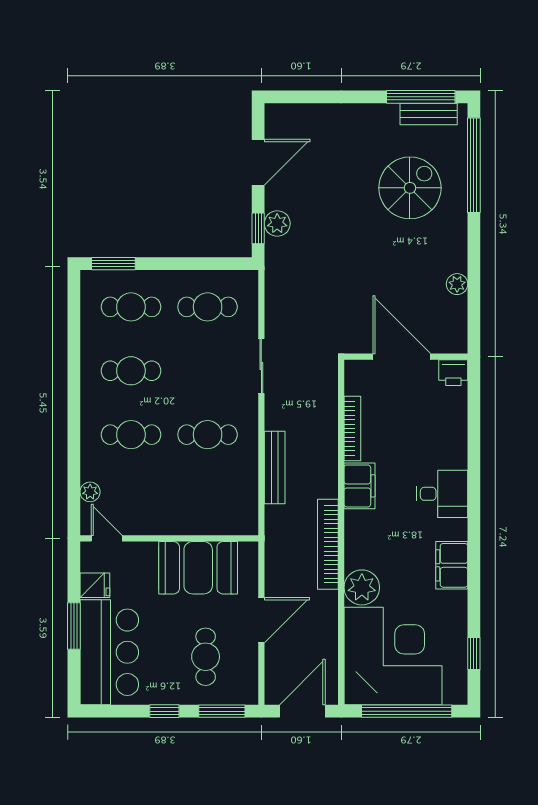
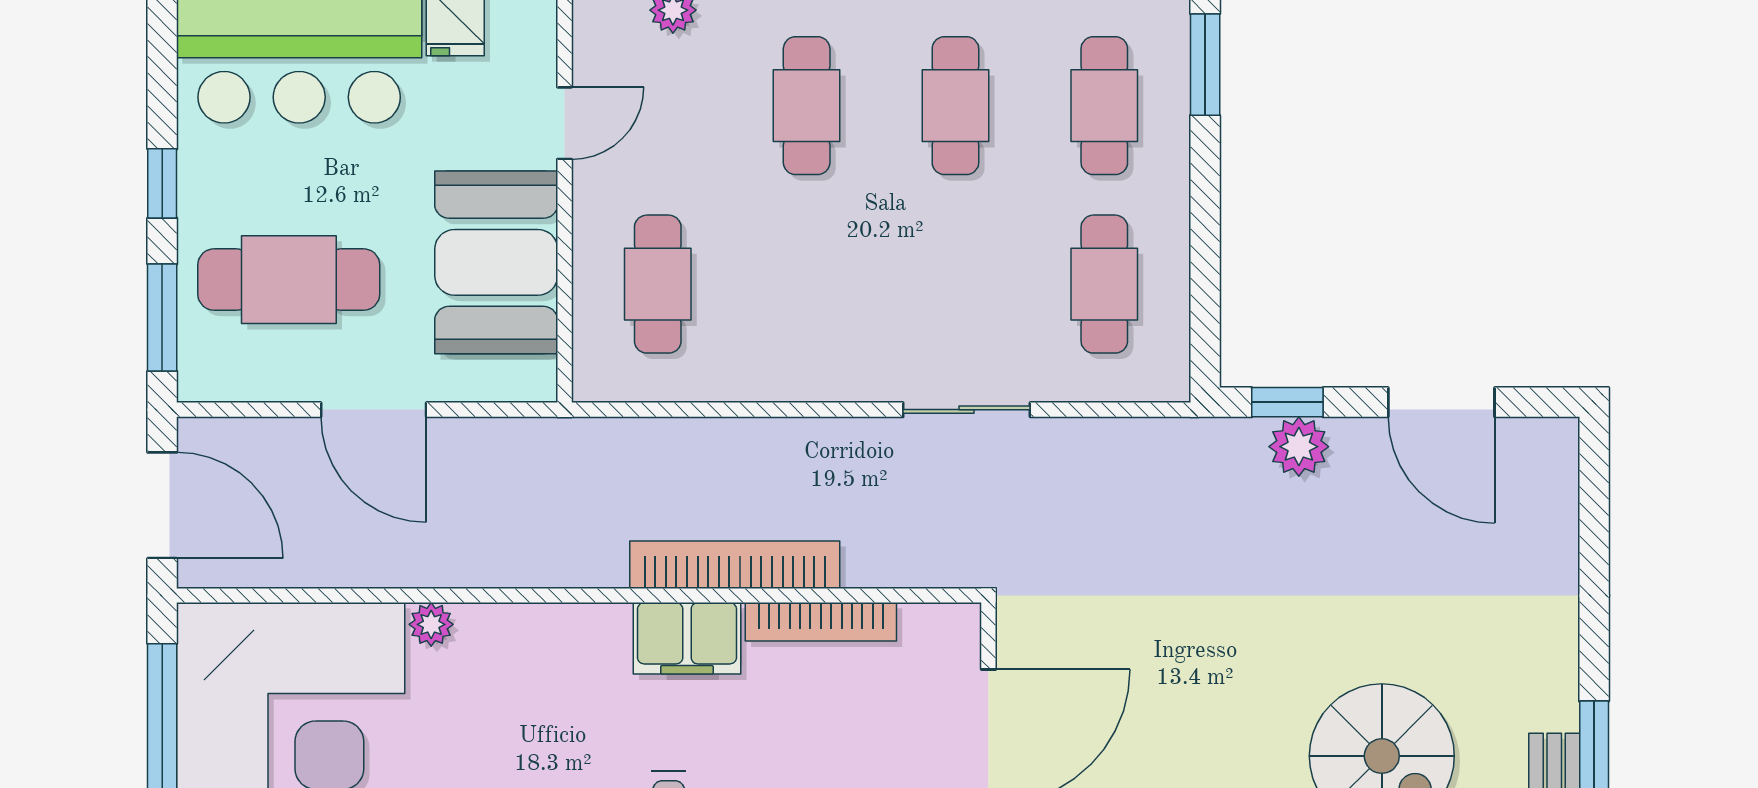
cafe table: (208, 435) -> (658, 284), moved
bench: (275, 467) -> (730, 440), removed
door: (107, 538) -> (565, 123), moved
bookcase: (328, 544) -> (735, 565), moved
plant: (362, 587) -> (431, 624), width x0.53, depth x0.53
cafe table: (206, 657) -> (289, 280), width x1.37, depth x1.35

